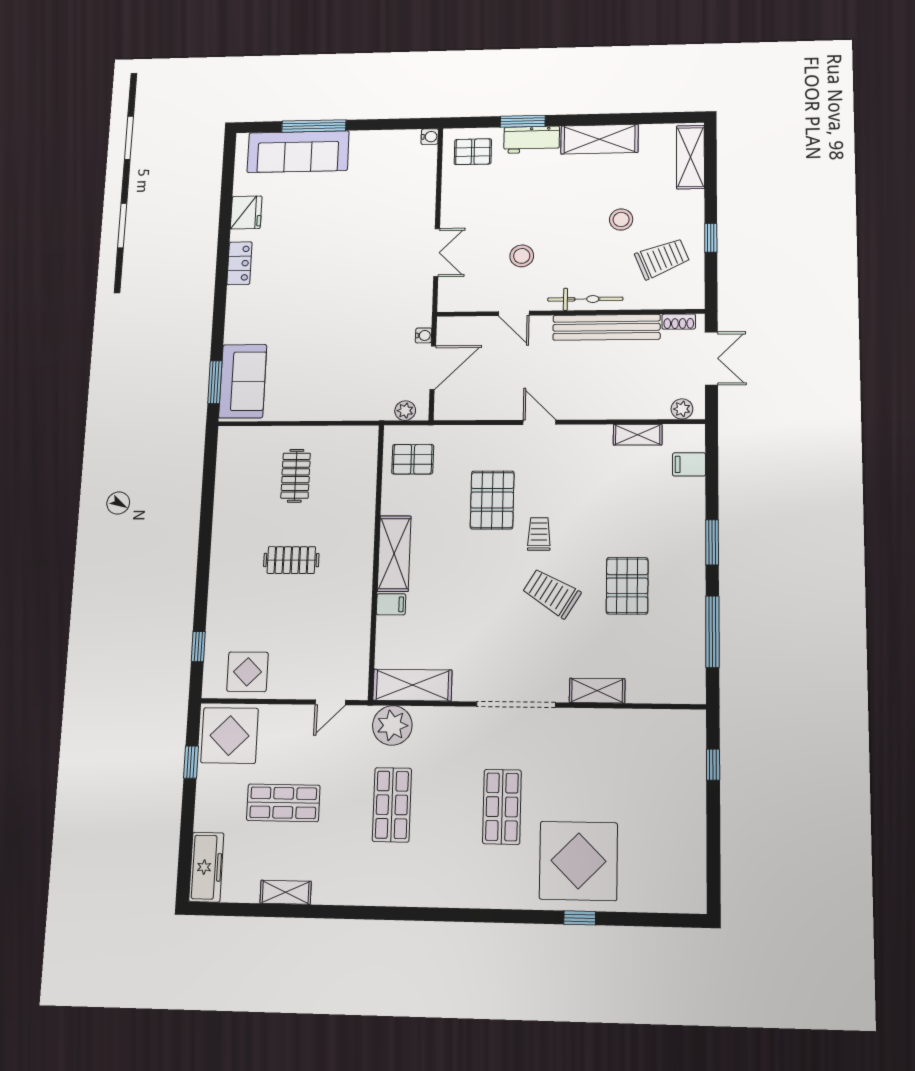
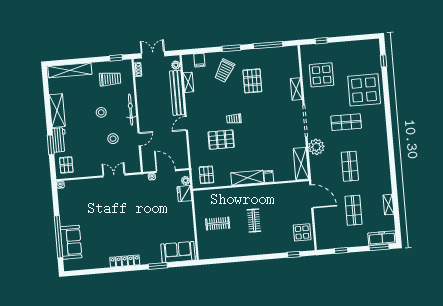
window: (314, 126) -> (58, 237), width x1.46
sofa: (298, 152) -> (71, 242), width x0.73
shelving: (690, 157) -> (70, 70), width x1.47
fridge: (246, 212) -> (184, 194), moved, turned -90
stool: (621, 219) -> (101, 112), moved
window: (711, 238) -> (116, 58), moved
trolley: (662, 258) -> (110, 79), turned 112
locker: (239, 263) -> (125, 261), width x1.53
bench: (606, 327) -> (177, 93), moved
window: (215, 382) -> (158, 266), moved
pallet: (627, 586) -> (252, 81), turned 90
trolley: (551, 593) -> (224, 71), moved
door: (330, 702) -> (311, 196), width x1.87
plant: (392, 725) -> (316, 147), moved
display table: (230, 736) -> (322, 75), moved
shop shelf: (392, 805) -> (350, 166), turned 90
window: (185, 857) -> (379, 247), added
window: (580, 918) -> (384, 61), moved

